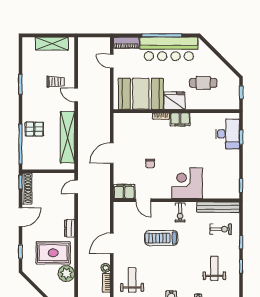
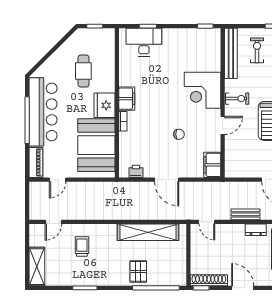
shelving: (52, 44) -> (37, 267), moved
door: (76, 95) -> (53, 222), moved
printer: (119, 127) -> (136, 171), added
door: (143, 200) -> (223, 125), moved
bench: (82, 219) -> (245, 214), added

